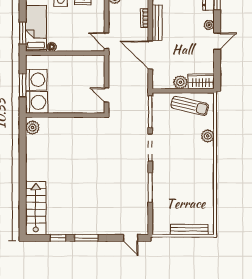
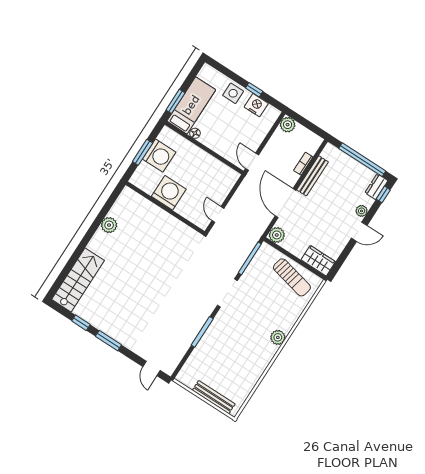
plant: (180, 82) -> (277, 235), moved
washing machine: (37, 102) -> (169, 193), moved, turned -90
plant: (33, 128) -> (109, 225), moved
plant: (208, 136) -> (278, 337), moved

